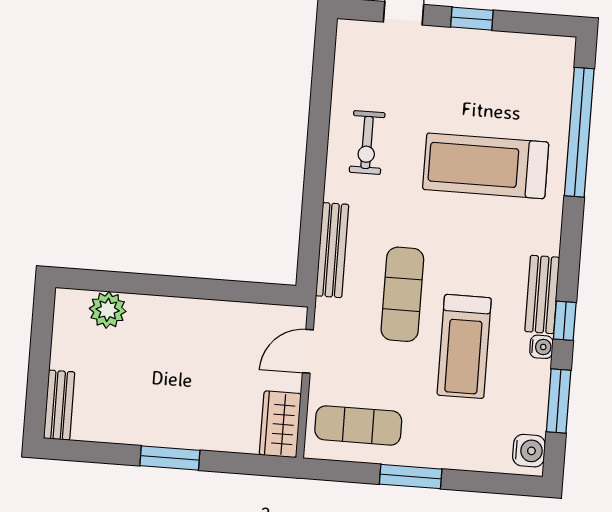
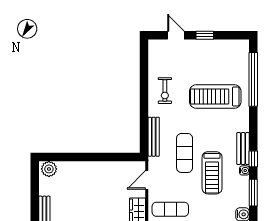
plant: (108, 310) -> (49, 169), moved

